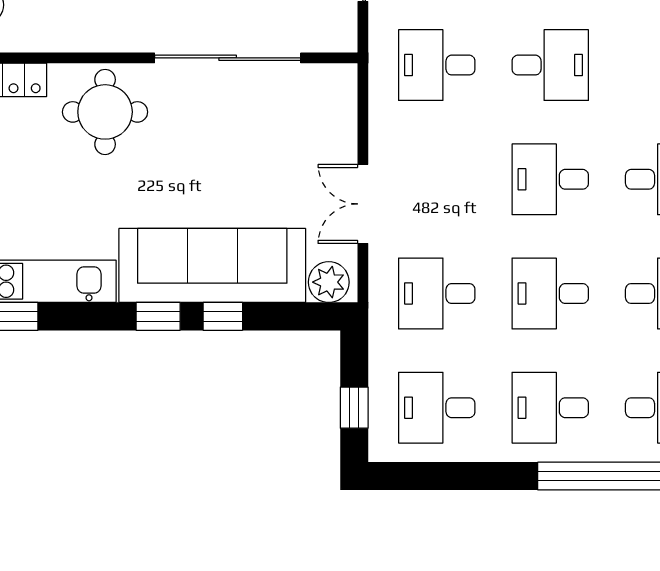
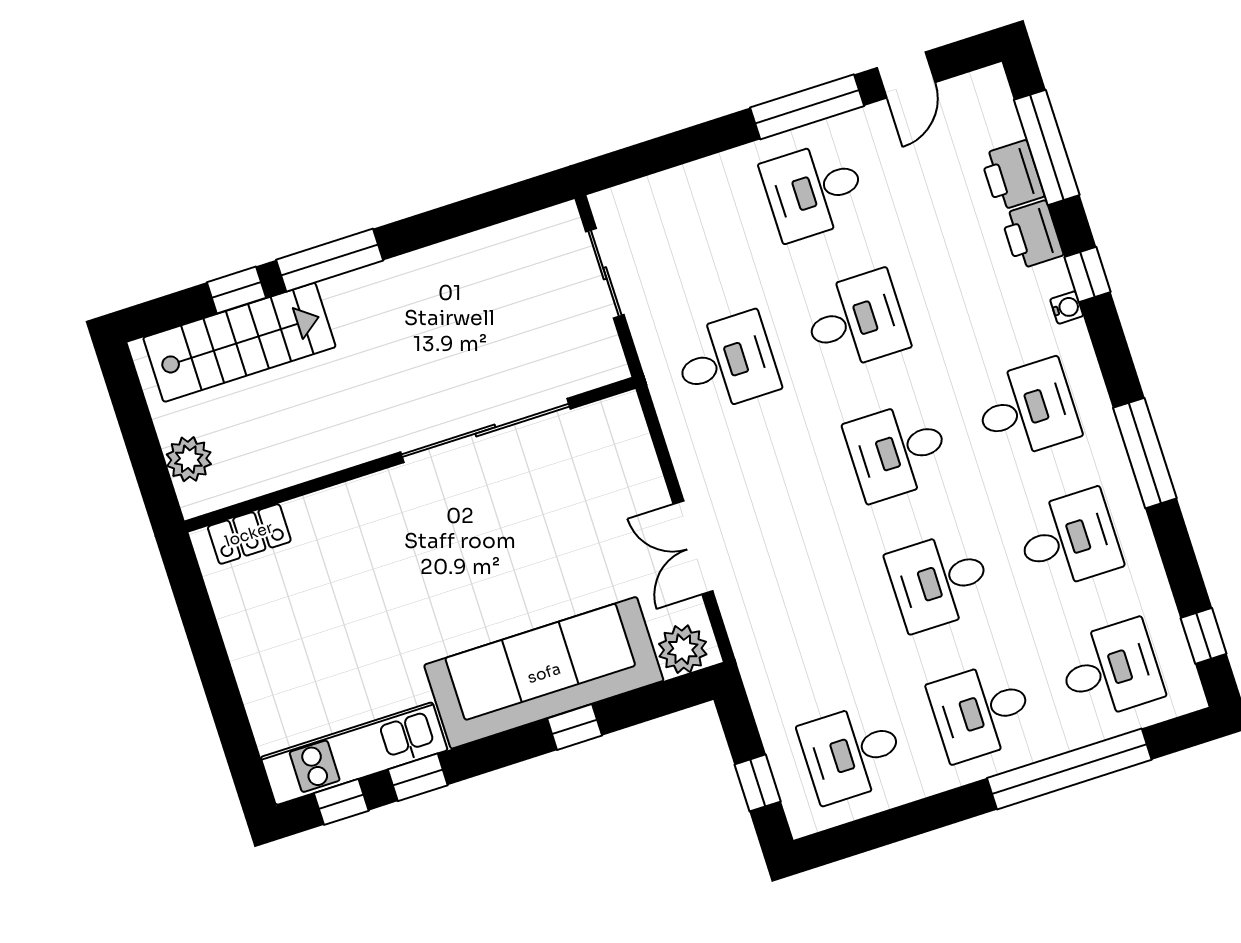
desk: (437, 65) -> (726, 362), turned 180
round table: (105, 112) -> (365, 537), removed
desk: (437, 293) -> (810, 623), removed
window: (158, 316) -> (418, 777), moved

